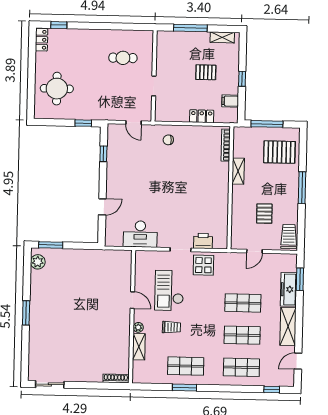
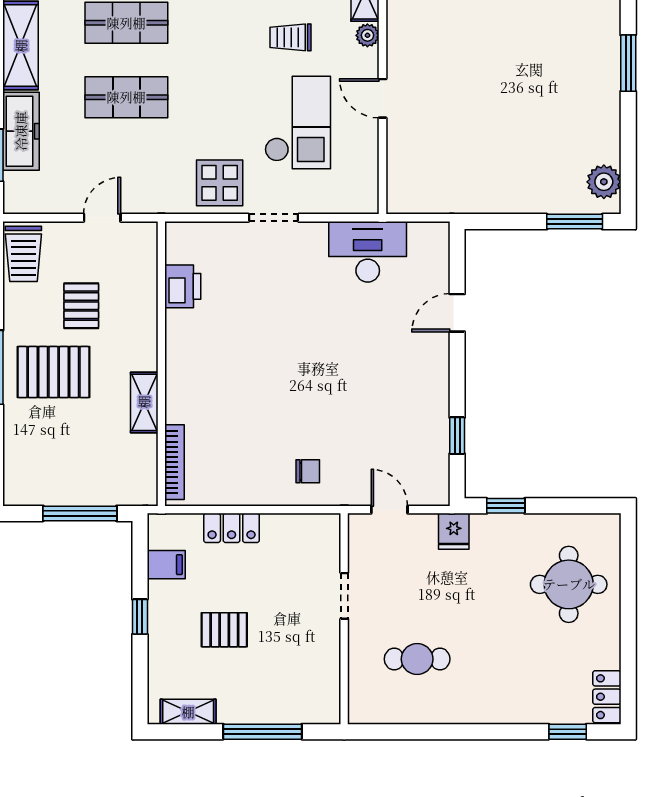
fridge: (106, 113) -> (454, 531), added
pallet: (279, 152) -> (53, 372), moved
printer: (203, 241) -> (183, 286), moved, turned -90

